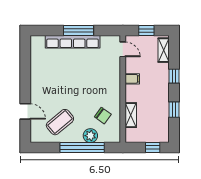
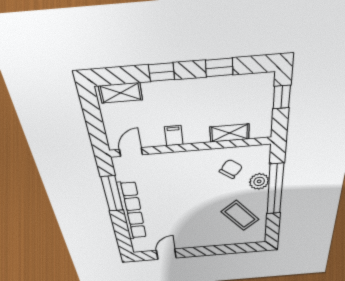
window: (79, 30) -> (112, 194), moved
window: (146, 30) -> (94, 122), removed
door: (25, 111) -> (166, 254), moved

